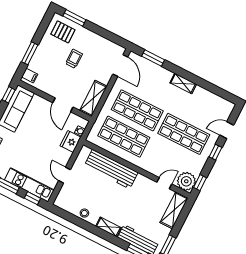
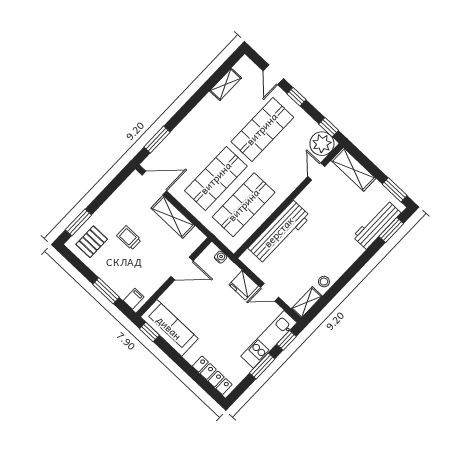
shelving: (183, 83) -> (225, 84), moved
shelving: (93, 98) -> (173, 217), moved
fridge: (71, 142) -> (244, 285), moved
shelving: (108, 227) -> (307, 302), moved

